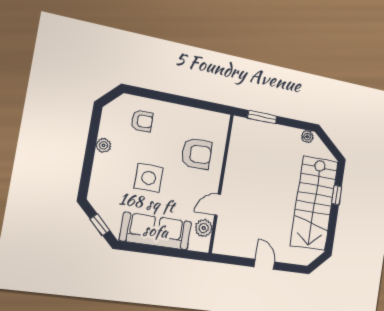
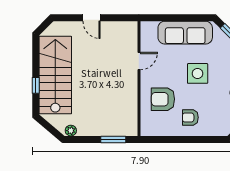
armchair: (142, 121) -> (190, 117), moved
plant: (204, 228) -> (147, 40), removed

